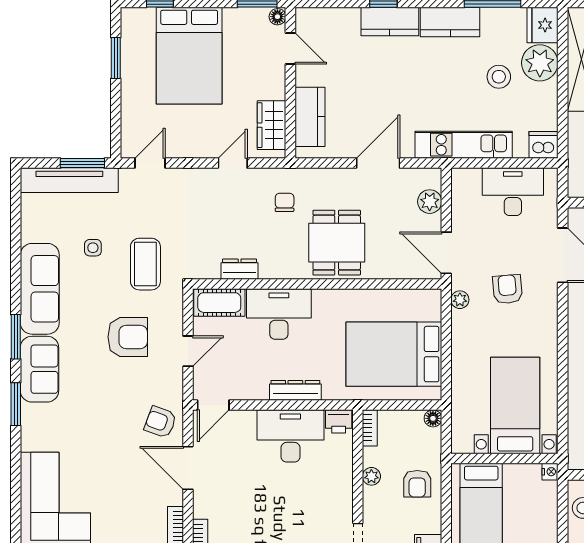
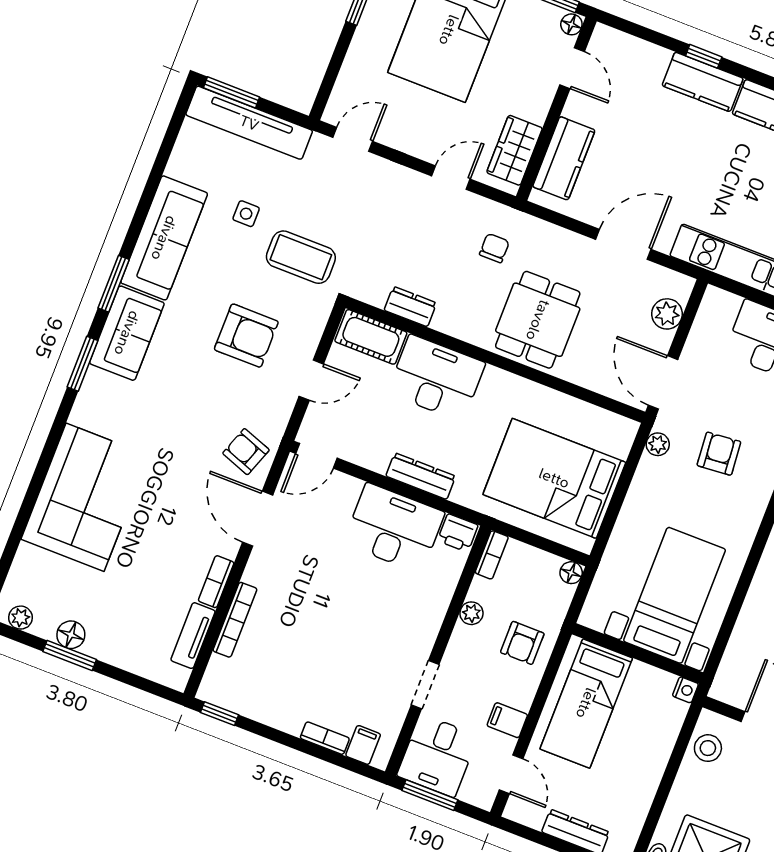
window: (82, 163) -> (231, 92), moved
coffee table: (145, 264) -> (301, 257), turned 90

